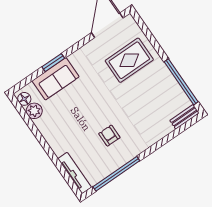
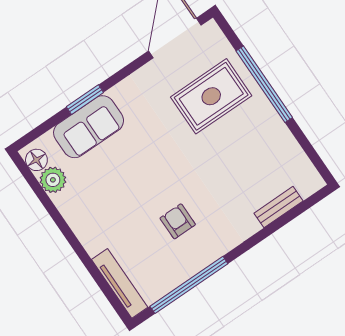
window: (181, 82) -> (264, 84), moved
bench: (185, 117) -> (278, 207), moved

